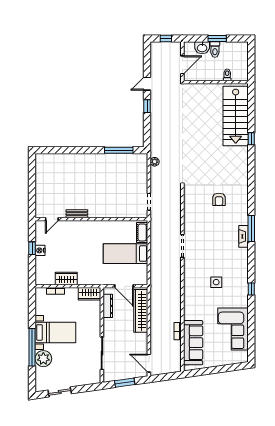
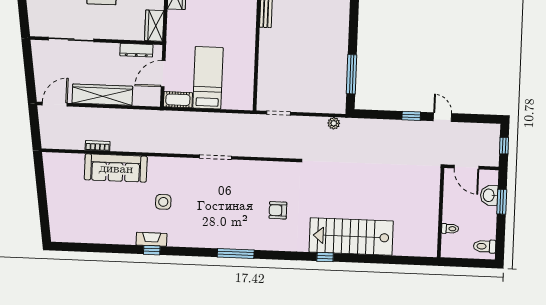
window: (217, 38) -> (502, 202), moved
toilet: (215, 49) -> (485, 246), moved
stairs: (236, 116) -> (351, 236), moved
window: (251, 139) -> (325, 257), moved
cot: (142, 233) -> (178, 100), moved
fireplace: (243, 236) -> (151, 239), moved
wardrobe: (141, 311) -> (102, 95), moved
corner sofa: (233, 329) -> (97, 223), removed
sofa: (193, 343) -> (116, 168), moved
window: (125, 383) -> (29, 69), removed

